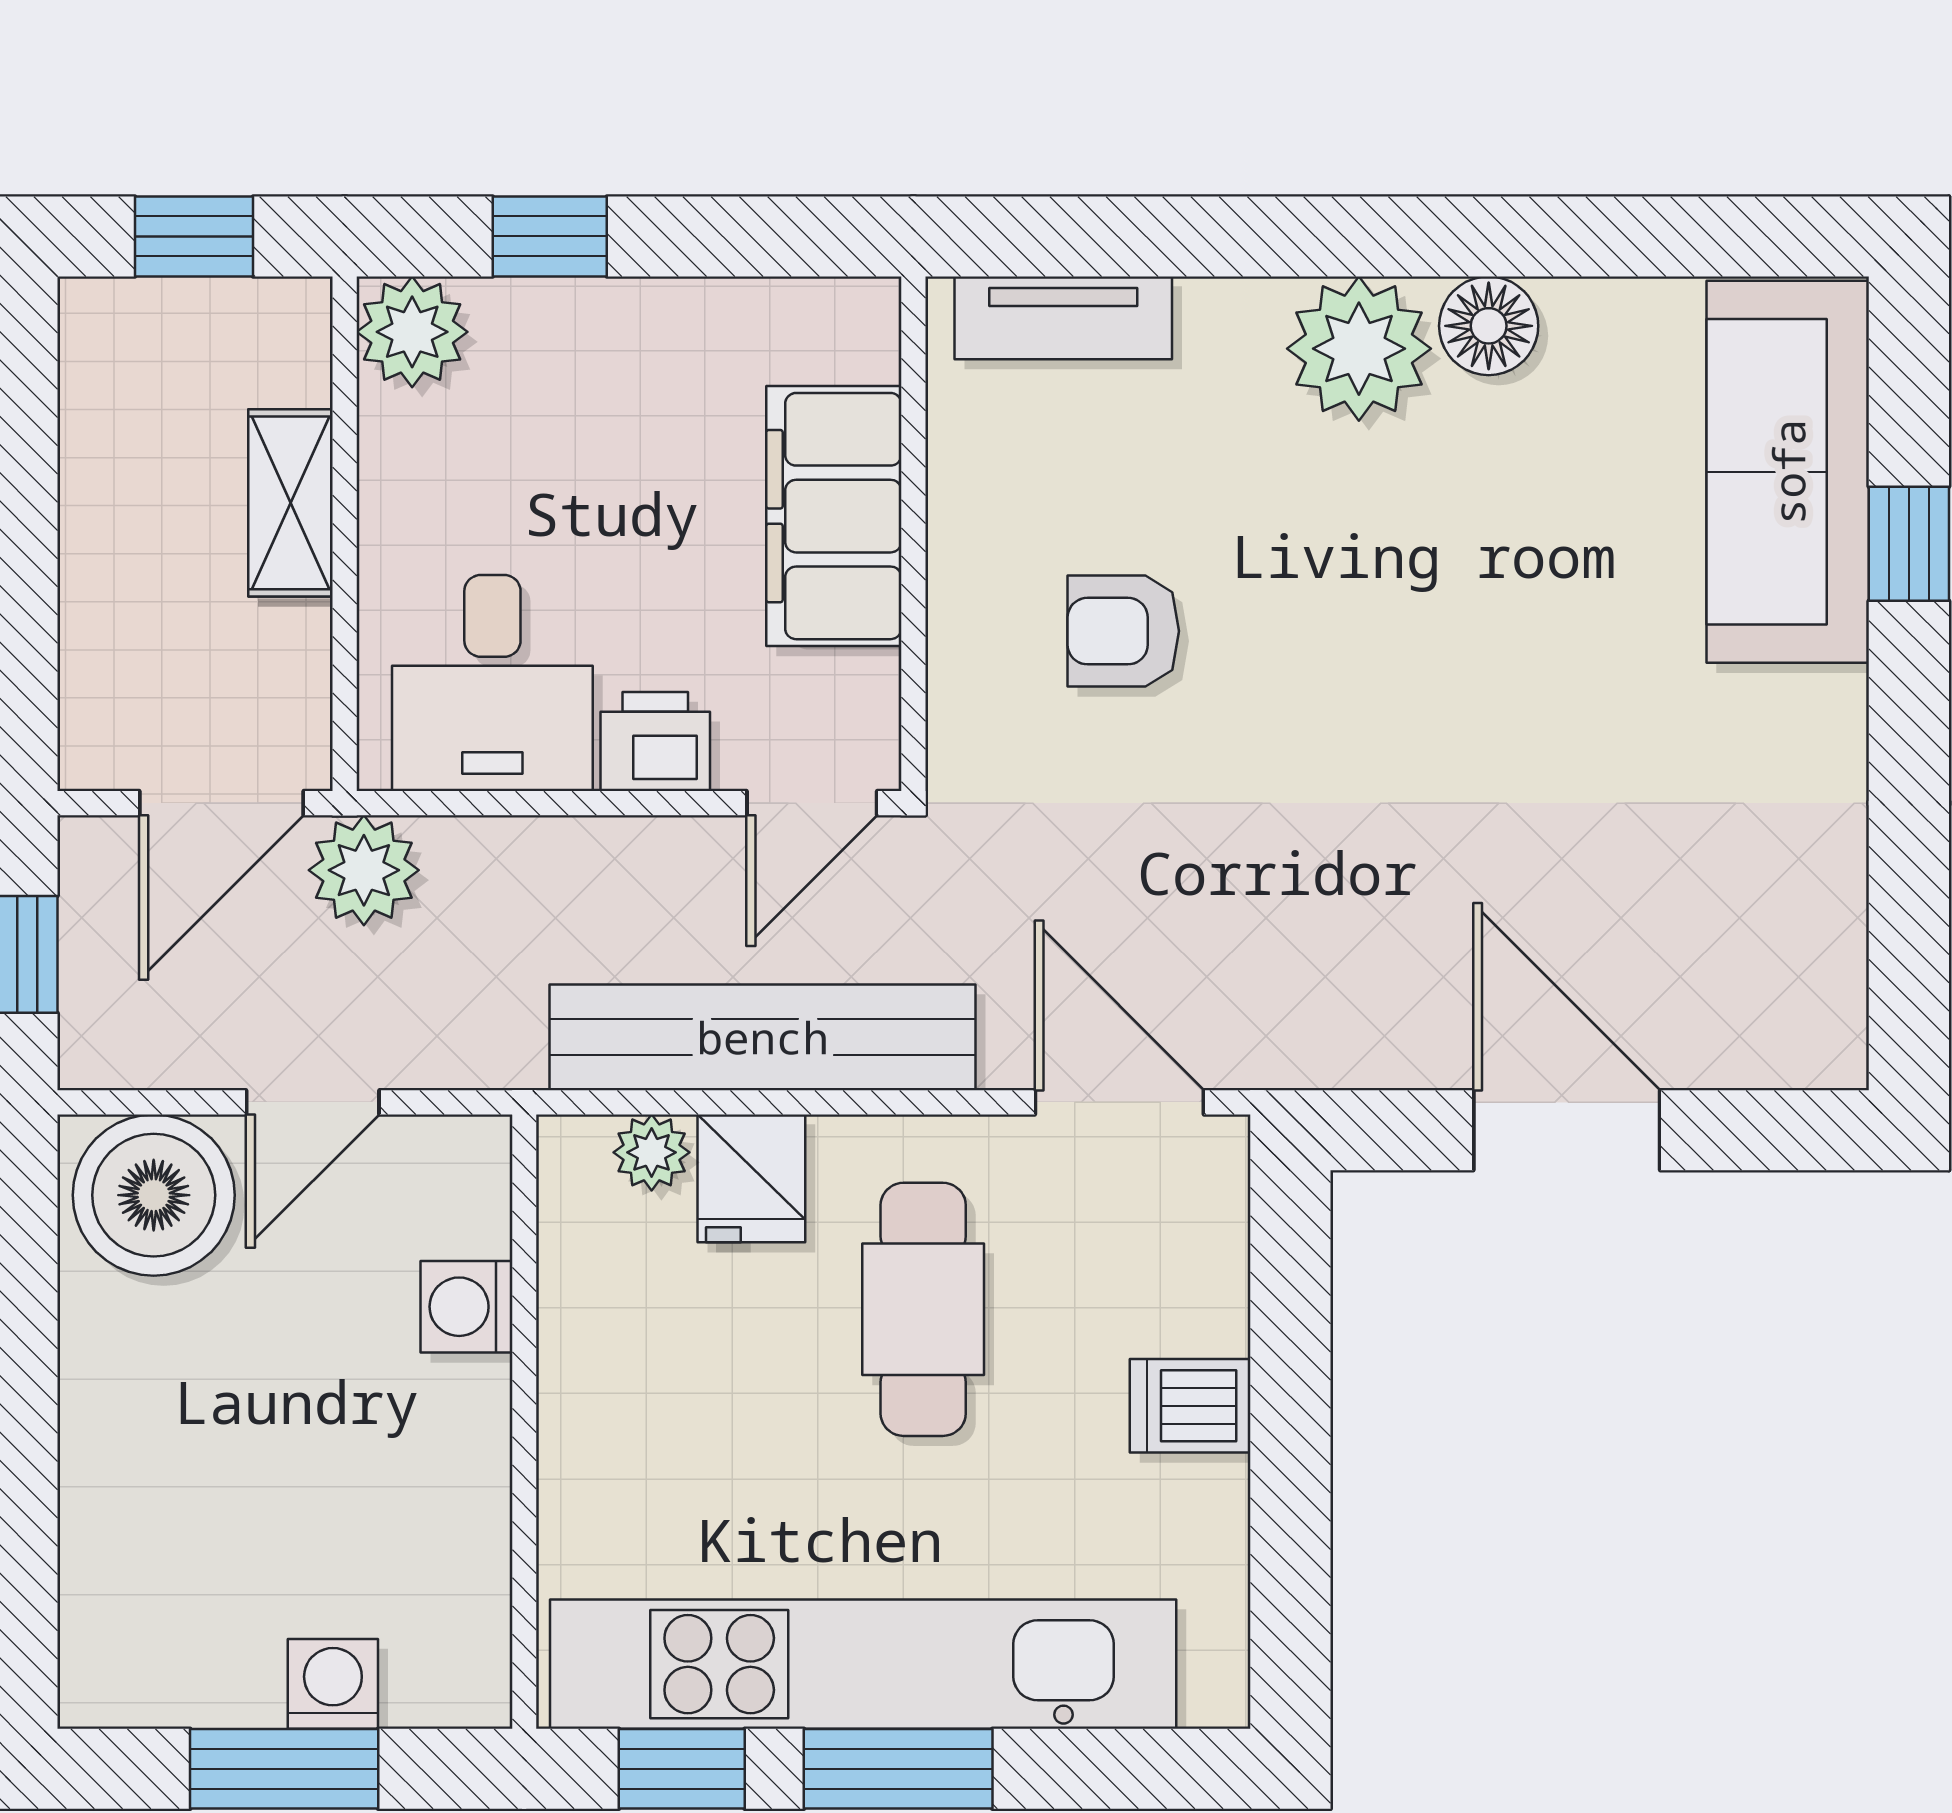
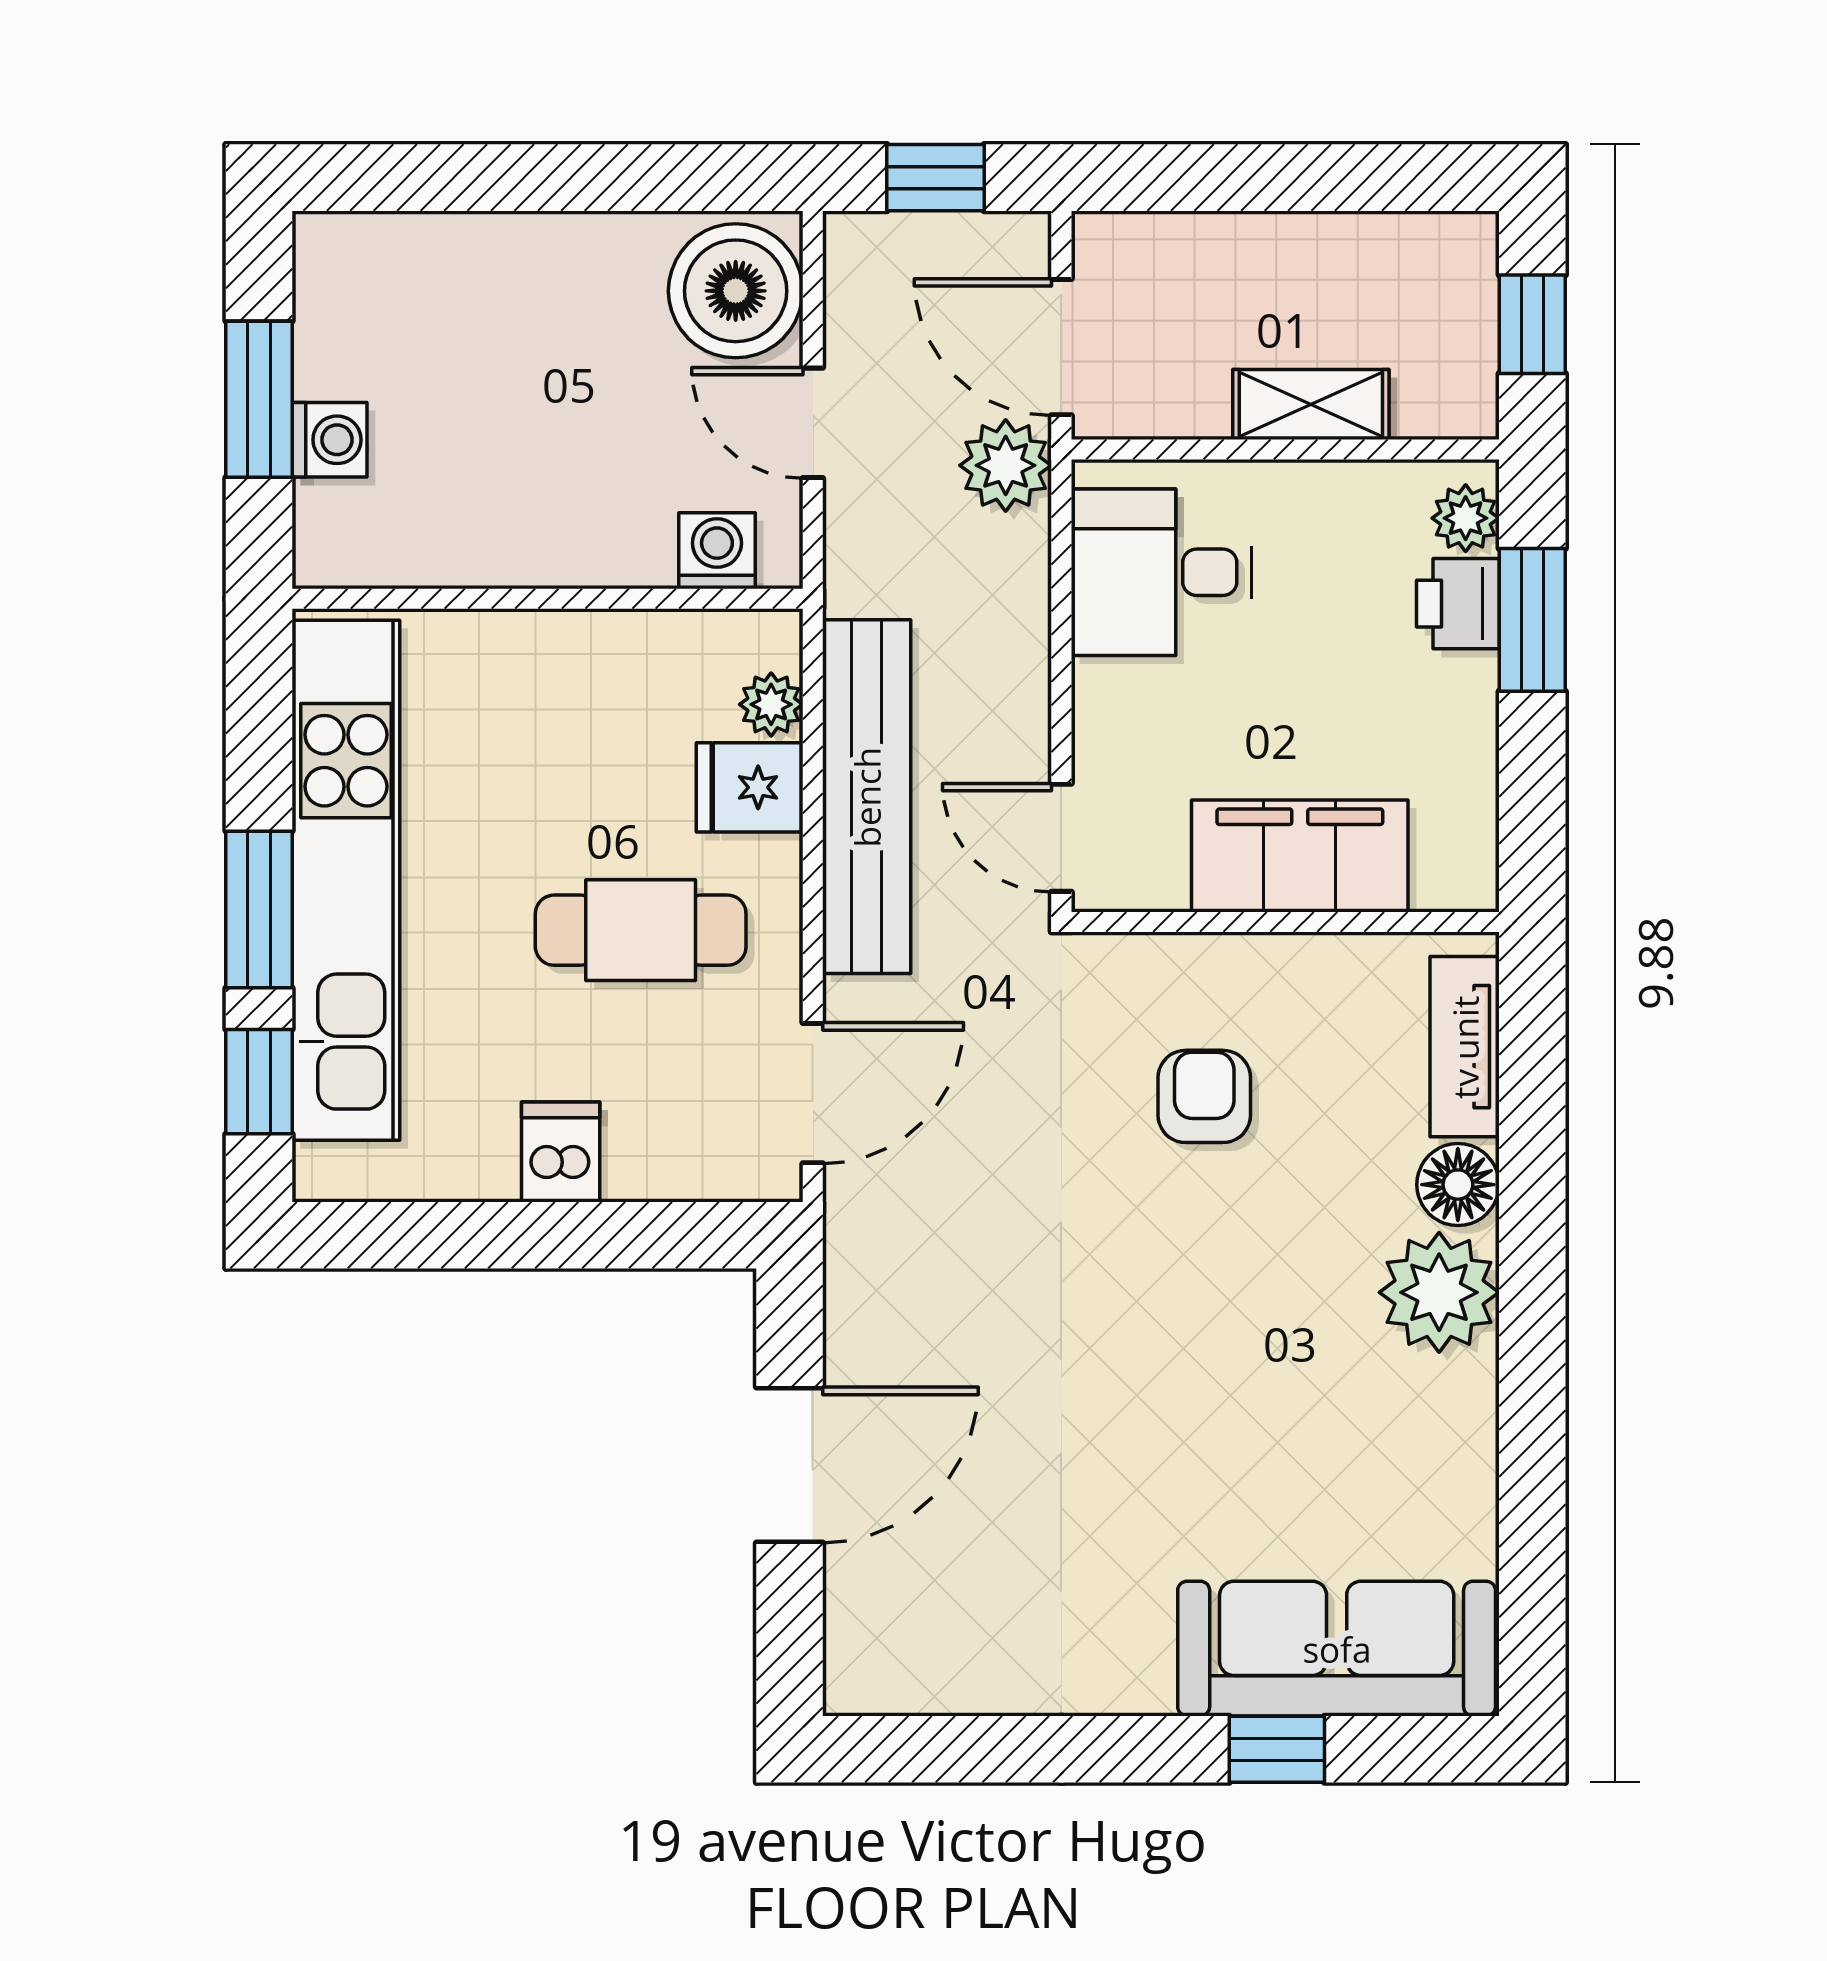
window: (550, 236) -> (1532, 620), width x1.50
floor lamp: (1489, 326) -> (1458, 1185), moved
plant: (412, 332) -> (1466, 518), width x0.73, depth x0.73
printer: (655, 741) -> (1458, 604), moved, turned 180
washing machine: (466, 1307) -> (717, 551), moved
window: (682, 1769) -> (259, 1082), moved

